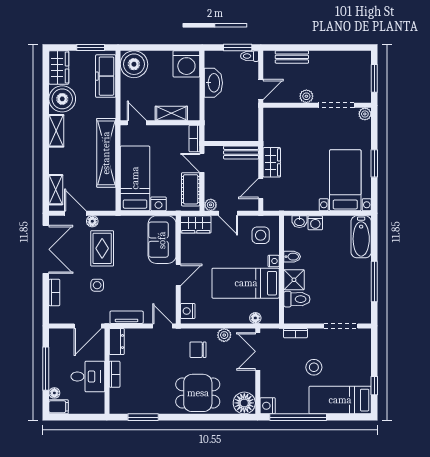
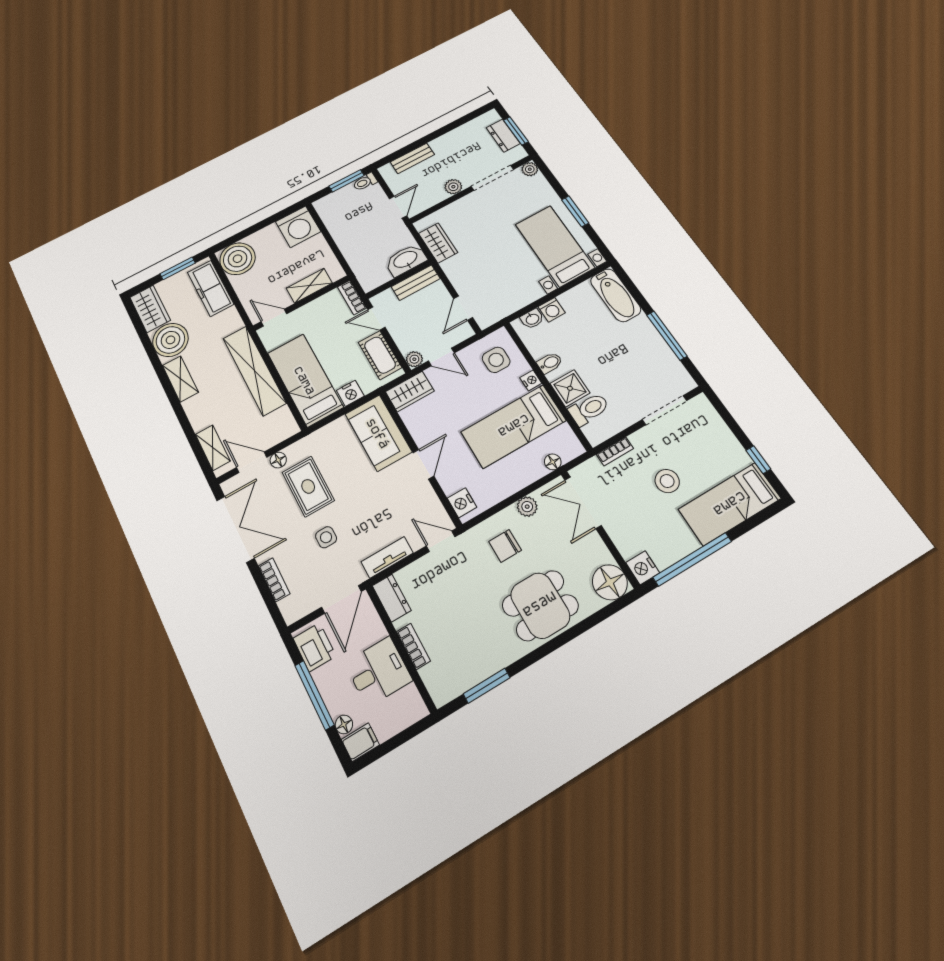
dresser: (364, 77) -> (503, 136), added
washbasin: (213, 83) -> (406, 260), moved, turned -90
wardrobe: (272, 162) -> (438, 243), moved
printer: (59, 343) -> (315, 647), added

